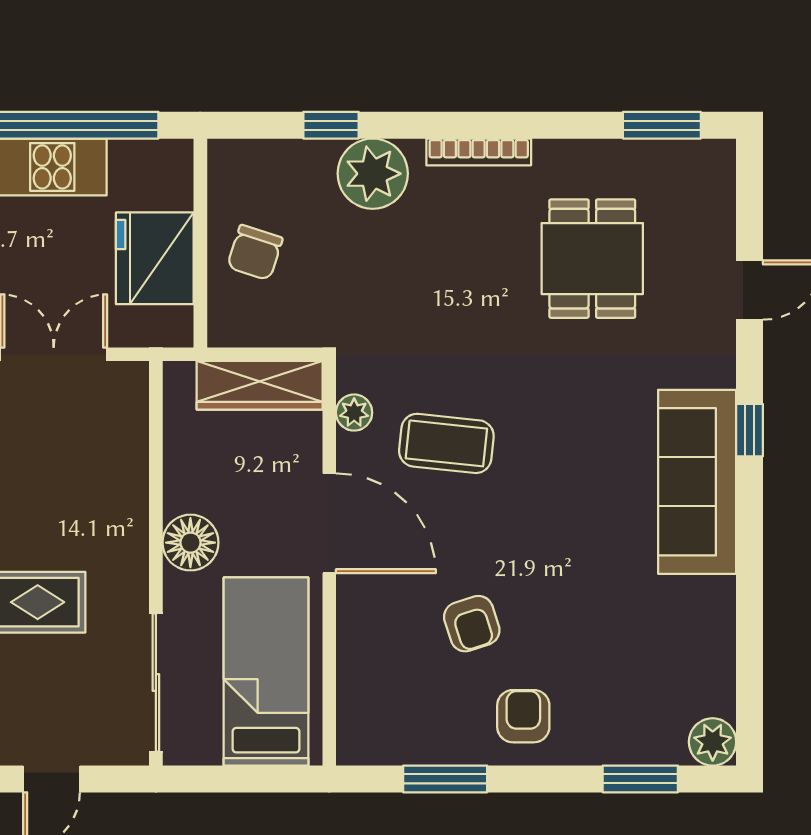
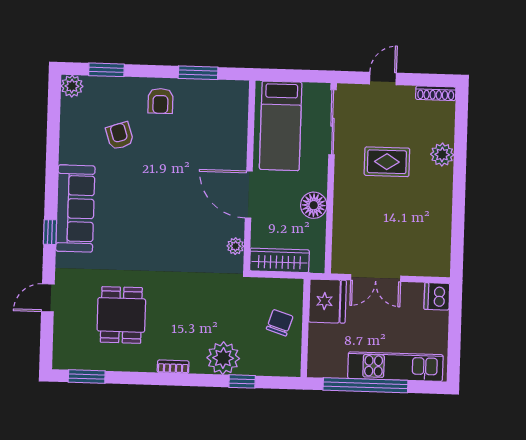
bookcase: (479, 152) -> (173, 367), width x0.64
fridge: (155, 258) -> (327, 301), moved
coffee table: (446, 443) -> (193, 230), removed
floor lamp: (190, 543) -> (314, 205), moved
armchair: (472, 624) -> (120, 136), moved

